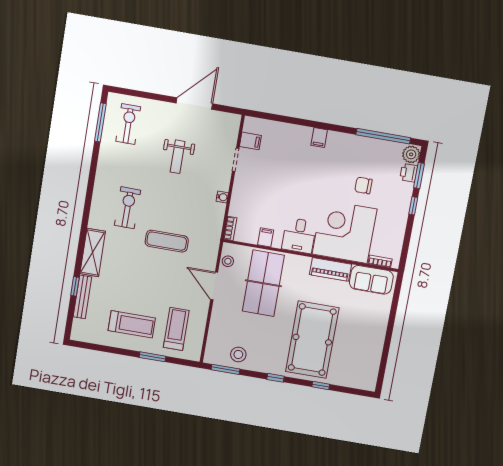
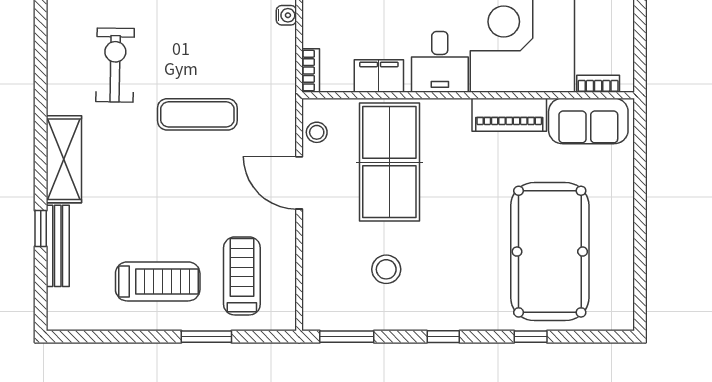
filing cabinet: (266, 237) -> (379, 76), width x2.00
pool table: (312, 340) -> (550, 252), moved
stool: (238, 354) -> (386, 269), moved

